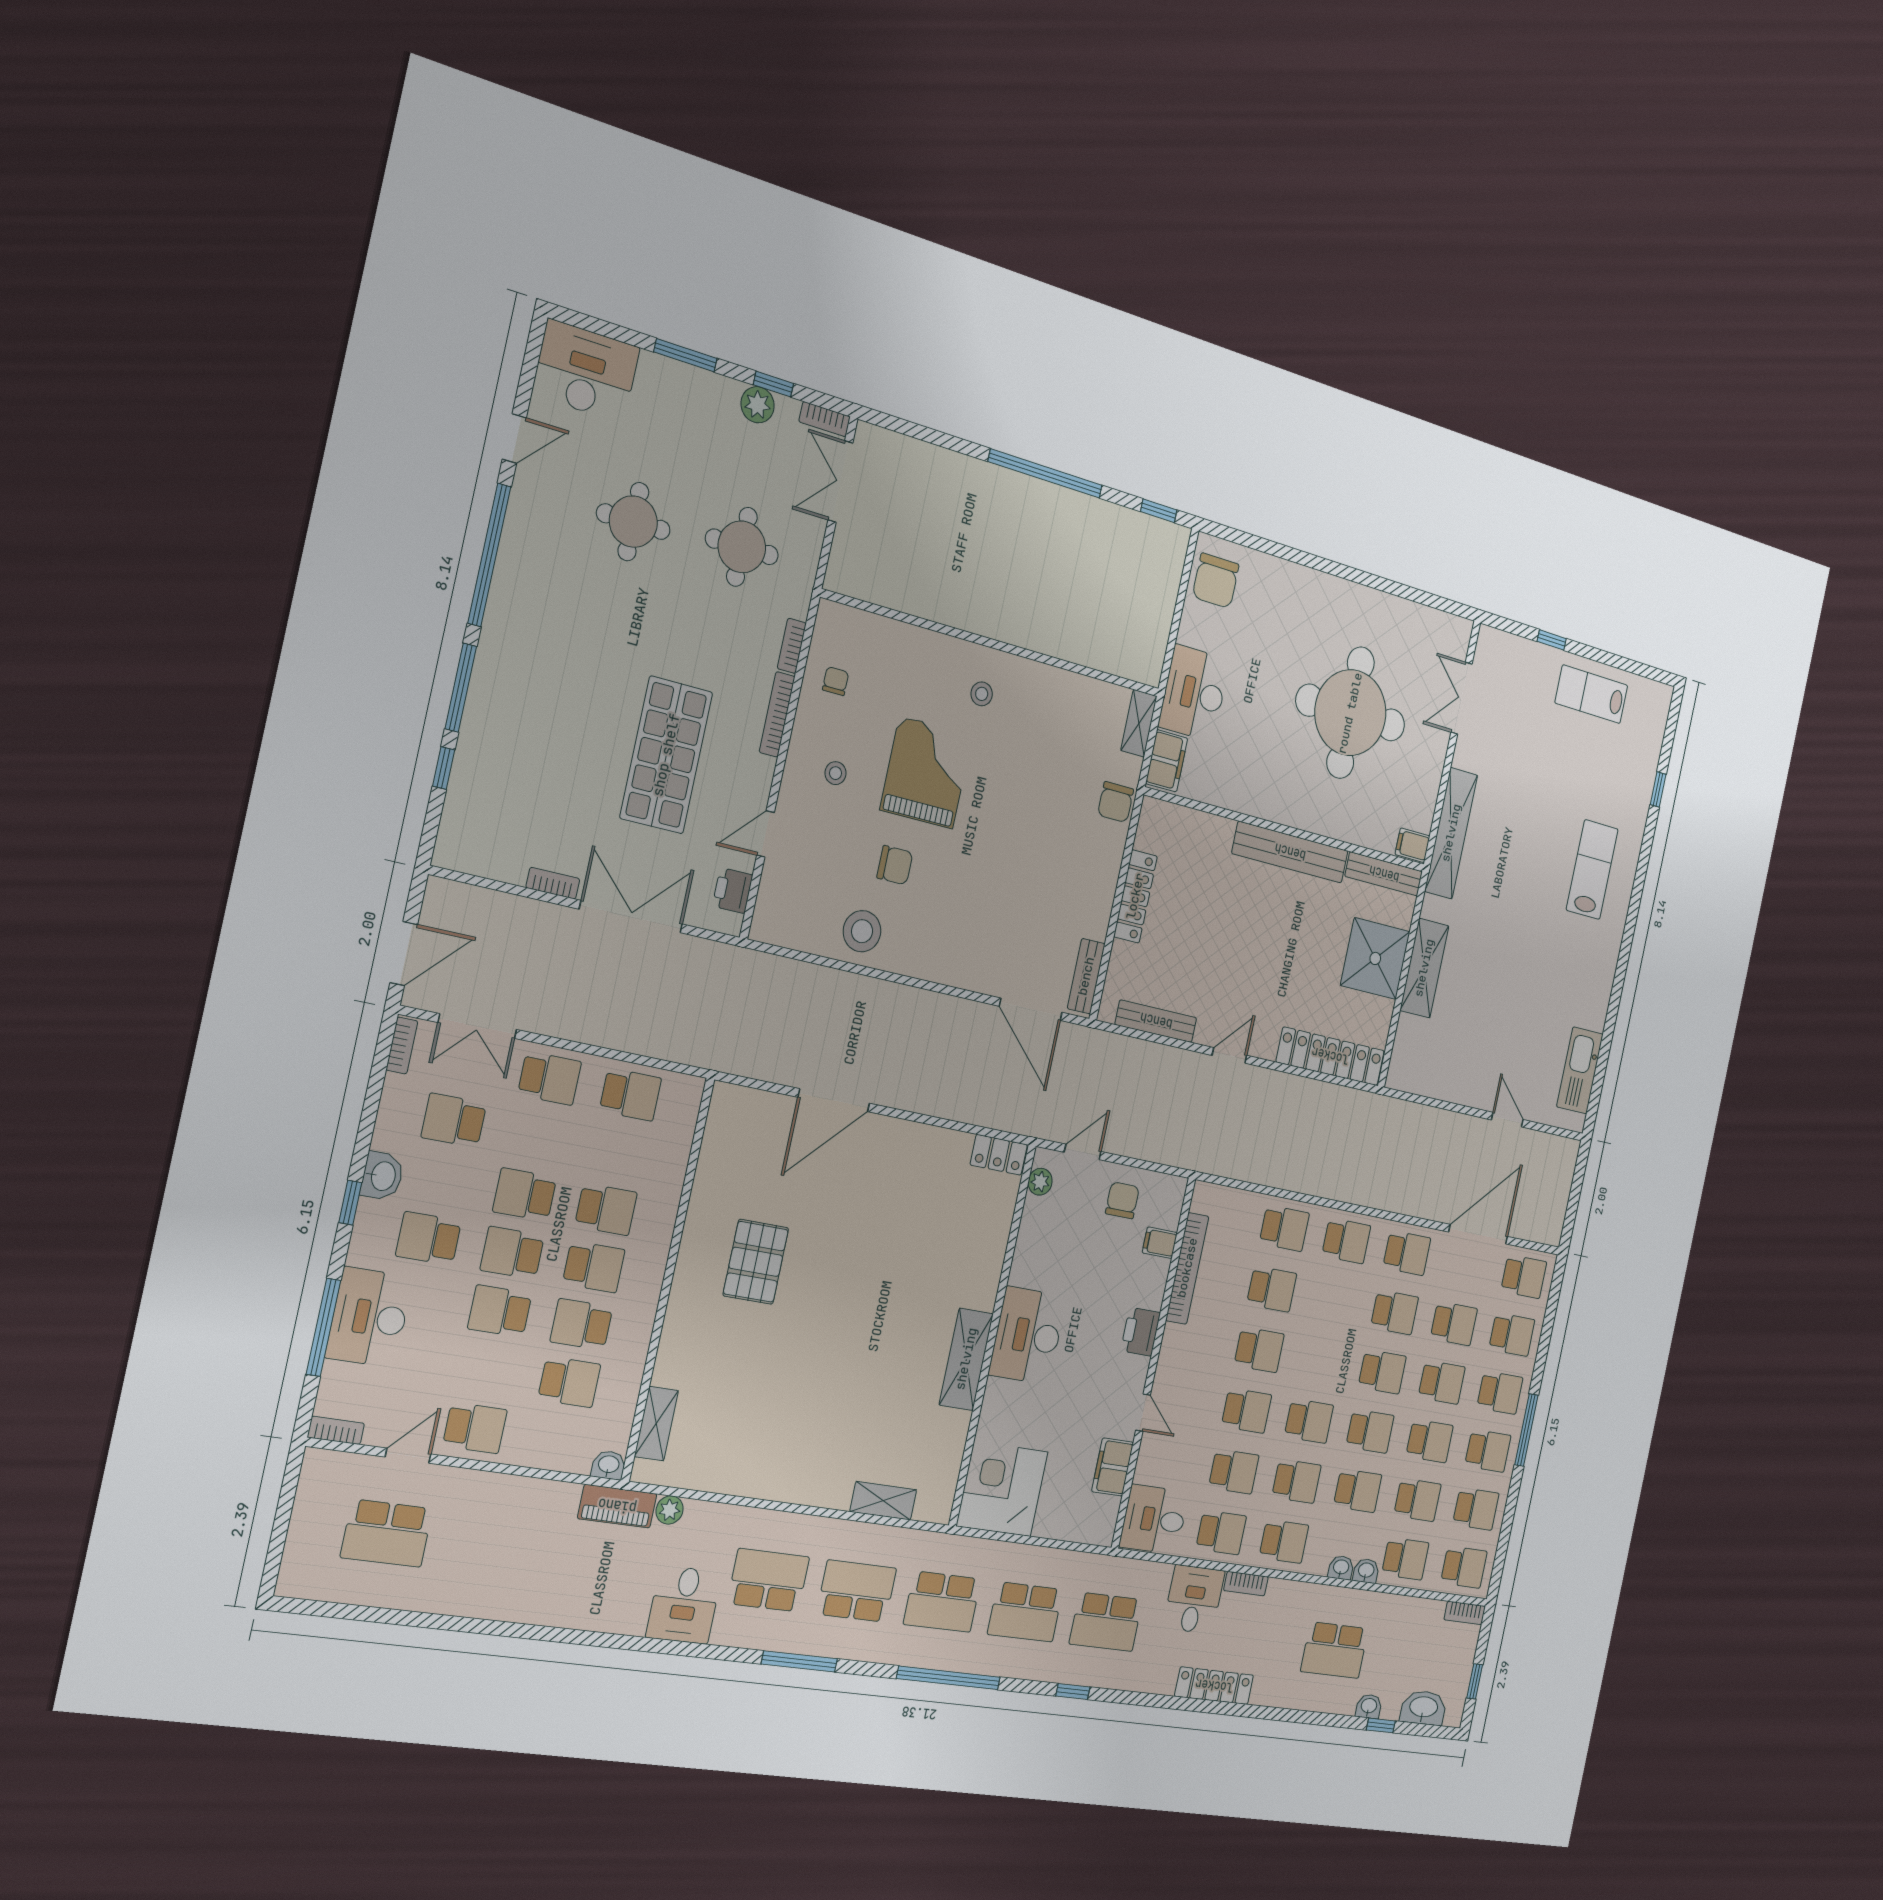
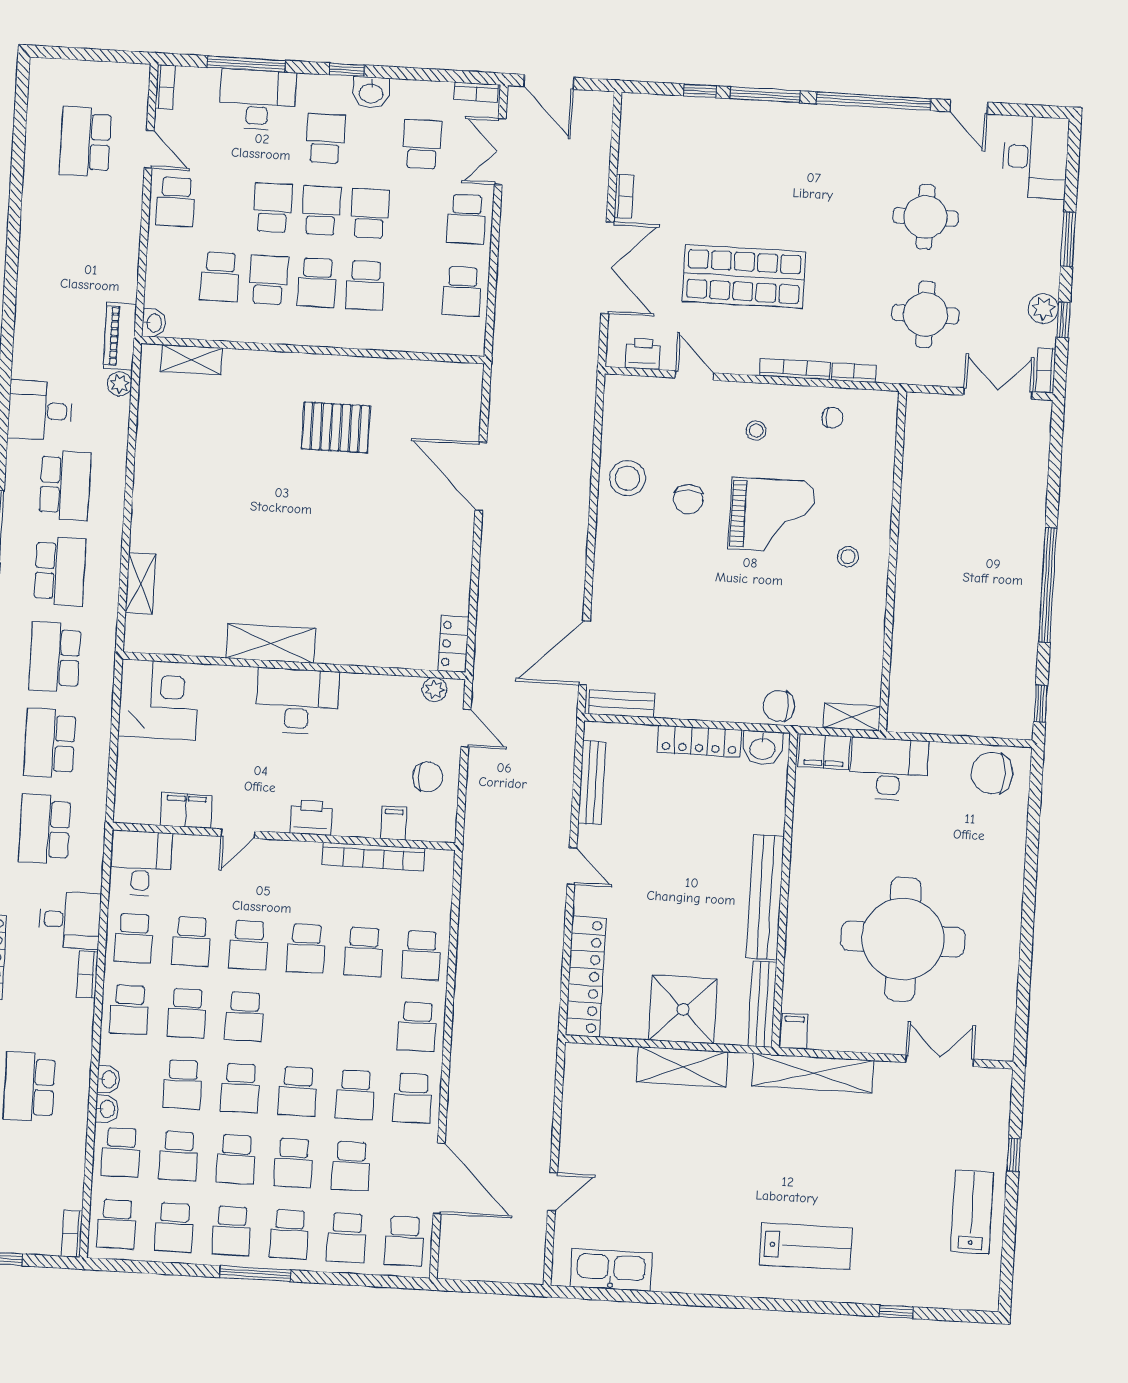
washbasin: (1153, 828) -> (762, 748), added

